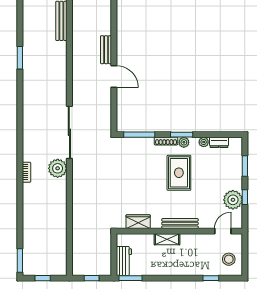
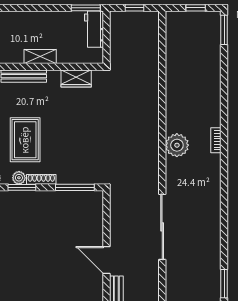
sliding door: (69, 132) -> (162, 227), moved

